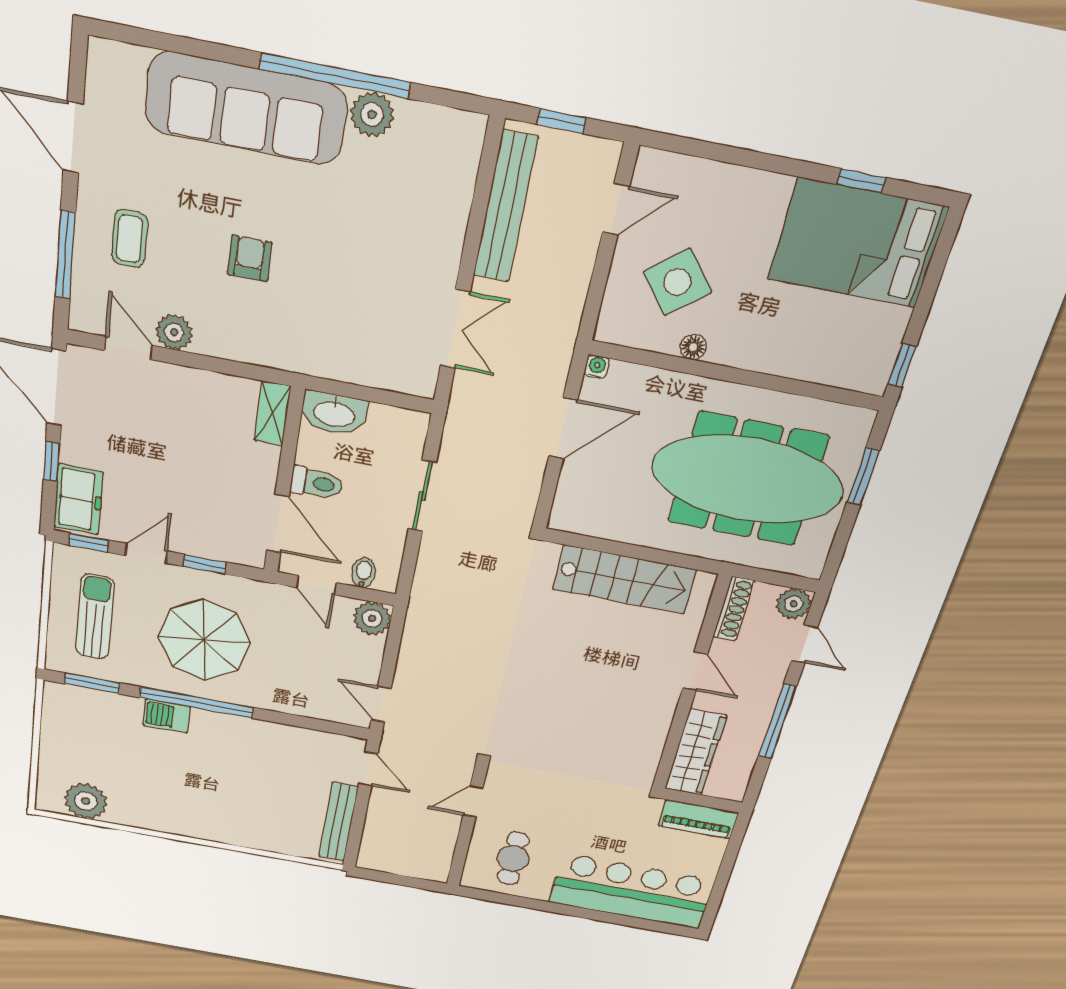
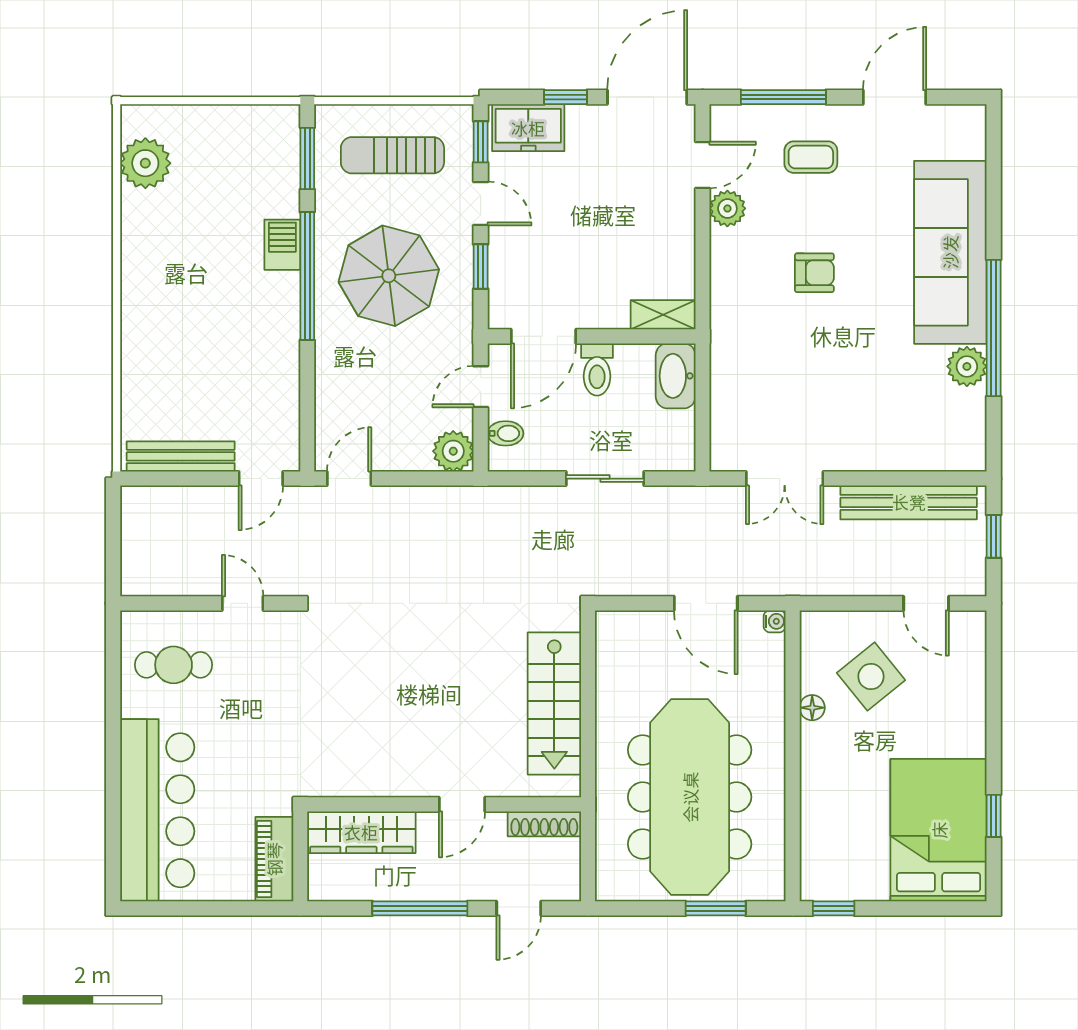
plant: (794, 604) -> (563, 883), removed
sun lounger: (95, 617) -> (392, 155), turned 180

